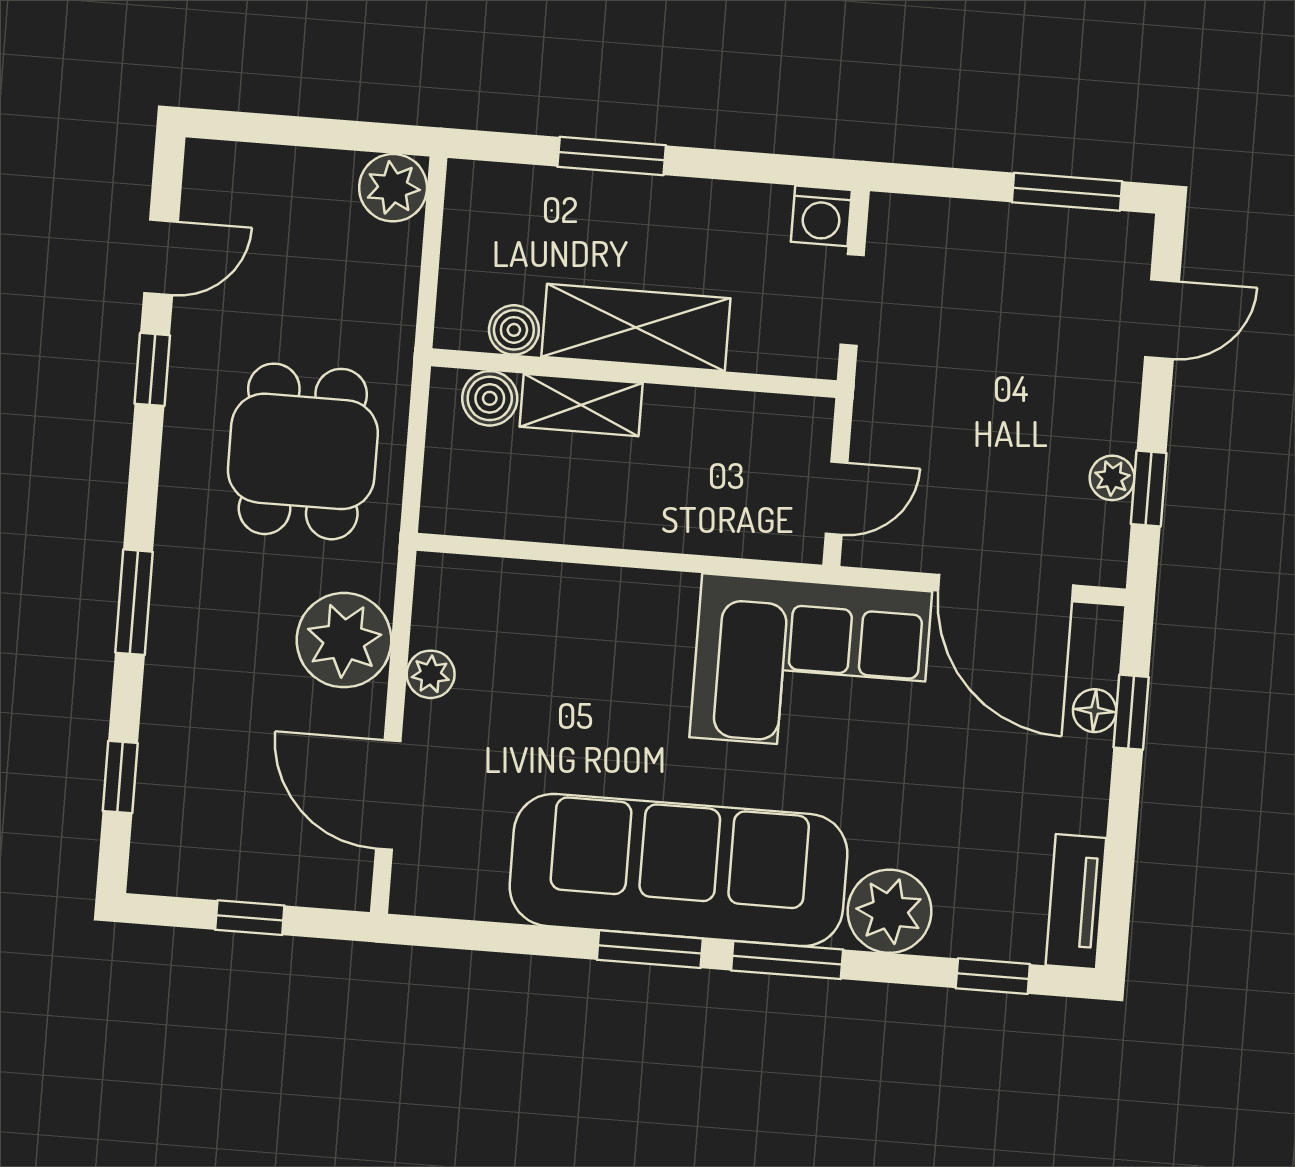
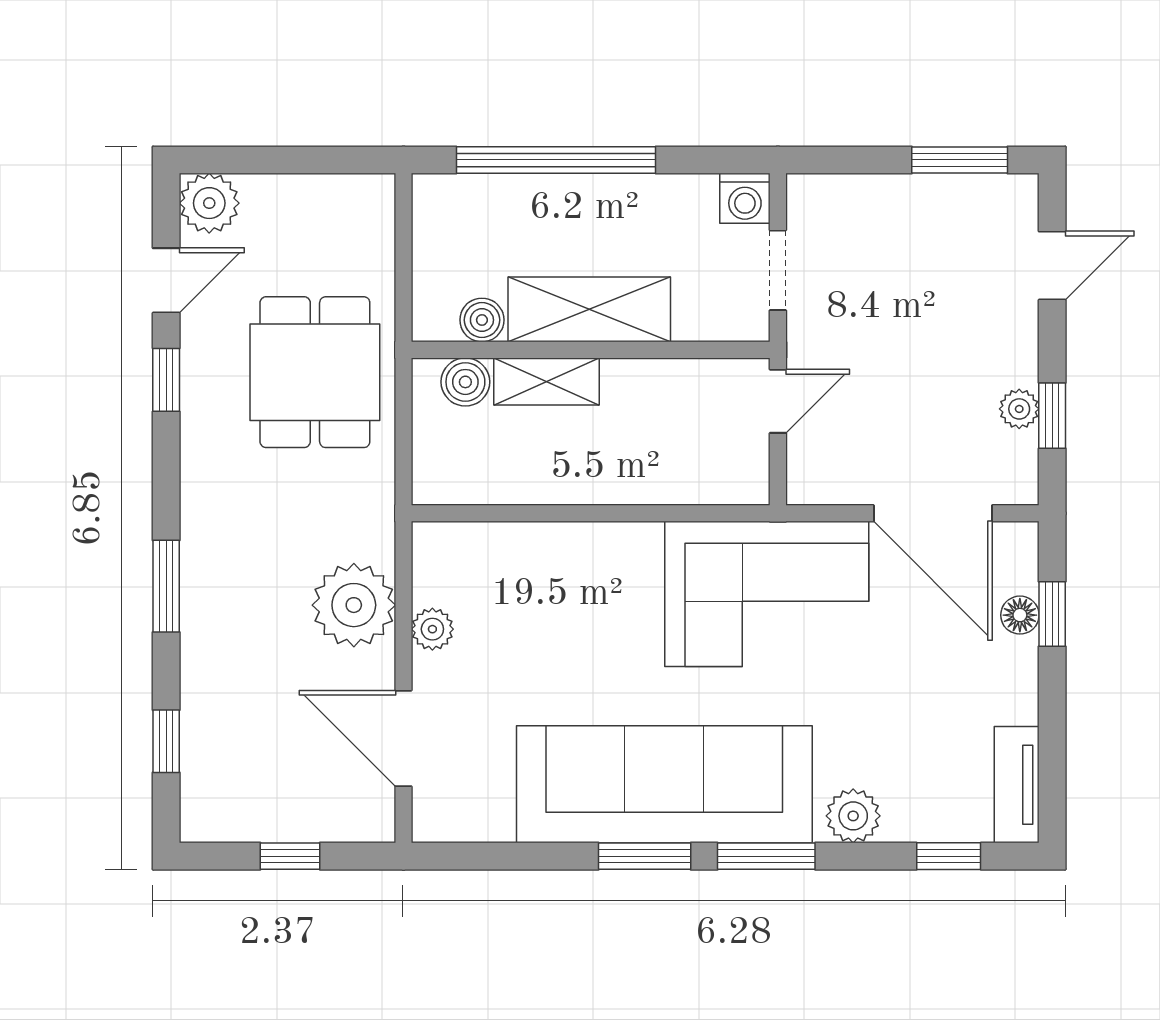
window: (612, 156) -> (556, 160), width x2.11
plant: (393, 188) -> (209, 203), moved
dining table: (303, 451) -> (315, 372), moved
door: (837, 498) -> (778, 401), moved
plant: (889, 911) -> (853, 816), width x0.73, depth x0.73

